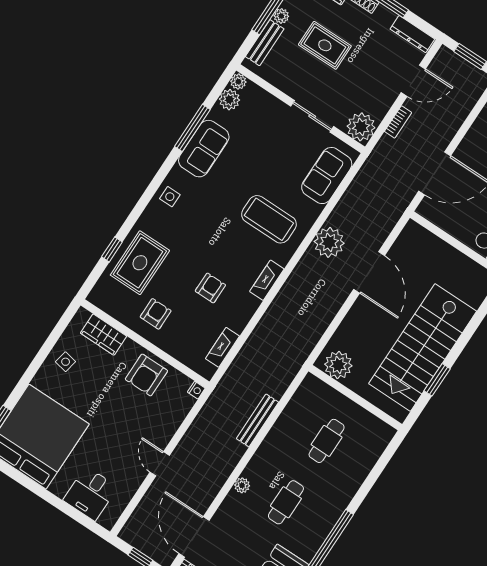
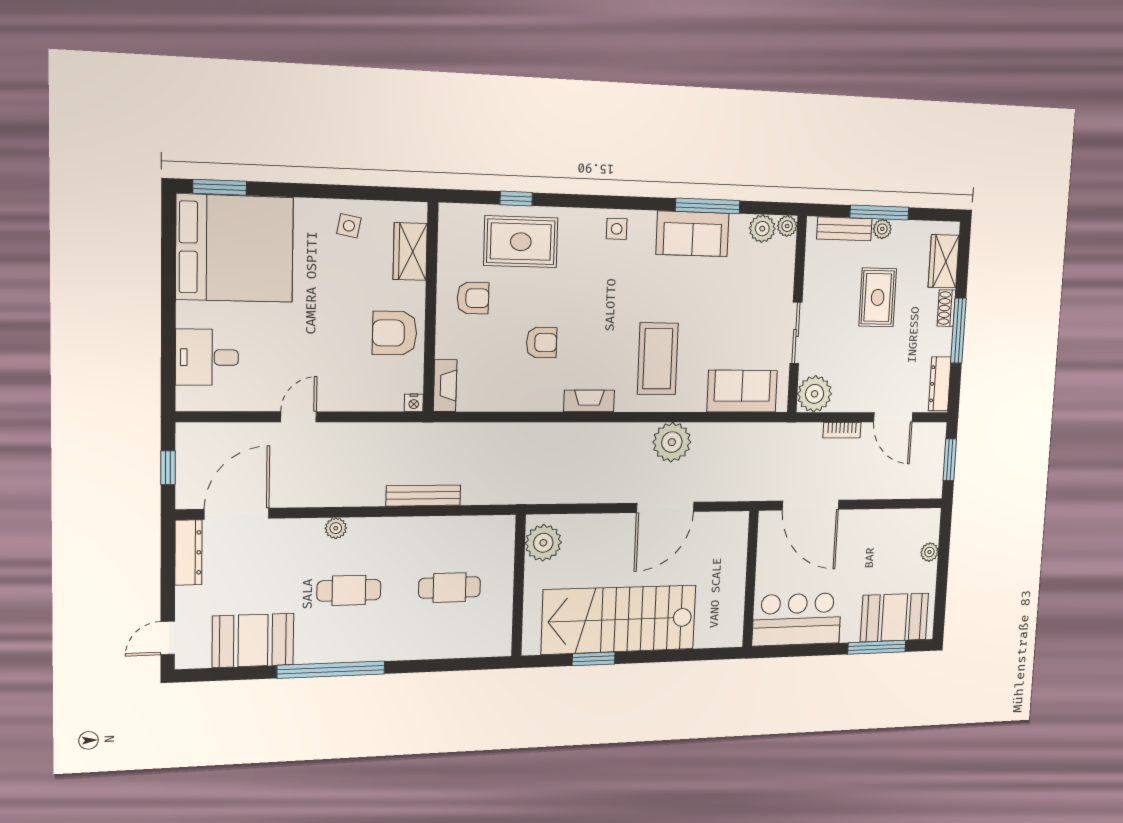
fireplace: (223, 347) -> (445, 386), moved, turned 90

